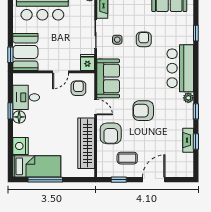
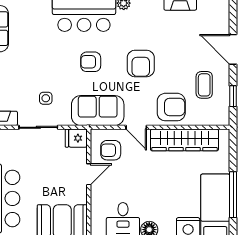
armchair: (144, 39) -> (91, 62), moved
door: (61, 72) -> (89, 174), hinge flipped
door: (96, 107) -> (136, 127), swing flipped

